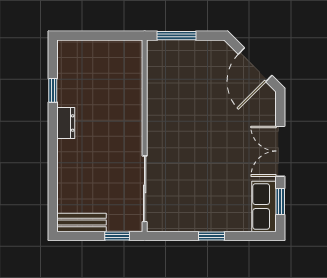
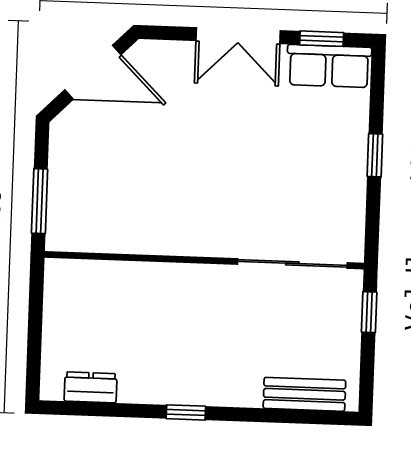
window: (53, 90) -> (186, 412), moved
dresser: (66, 123) -> (91, 387), moved
bench: (81, 222) -> (304, 394), moved, turned 90

